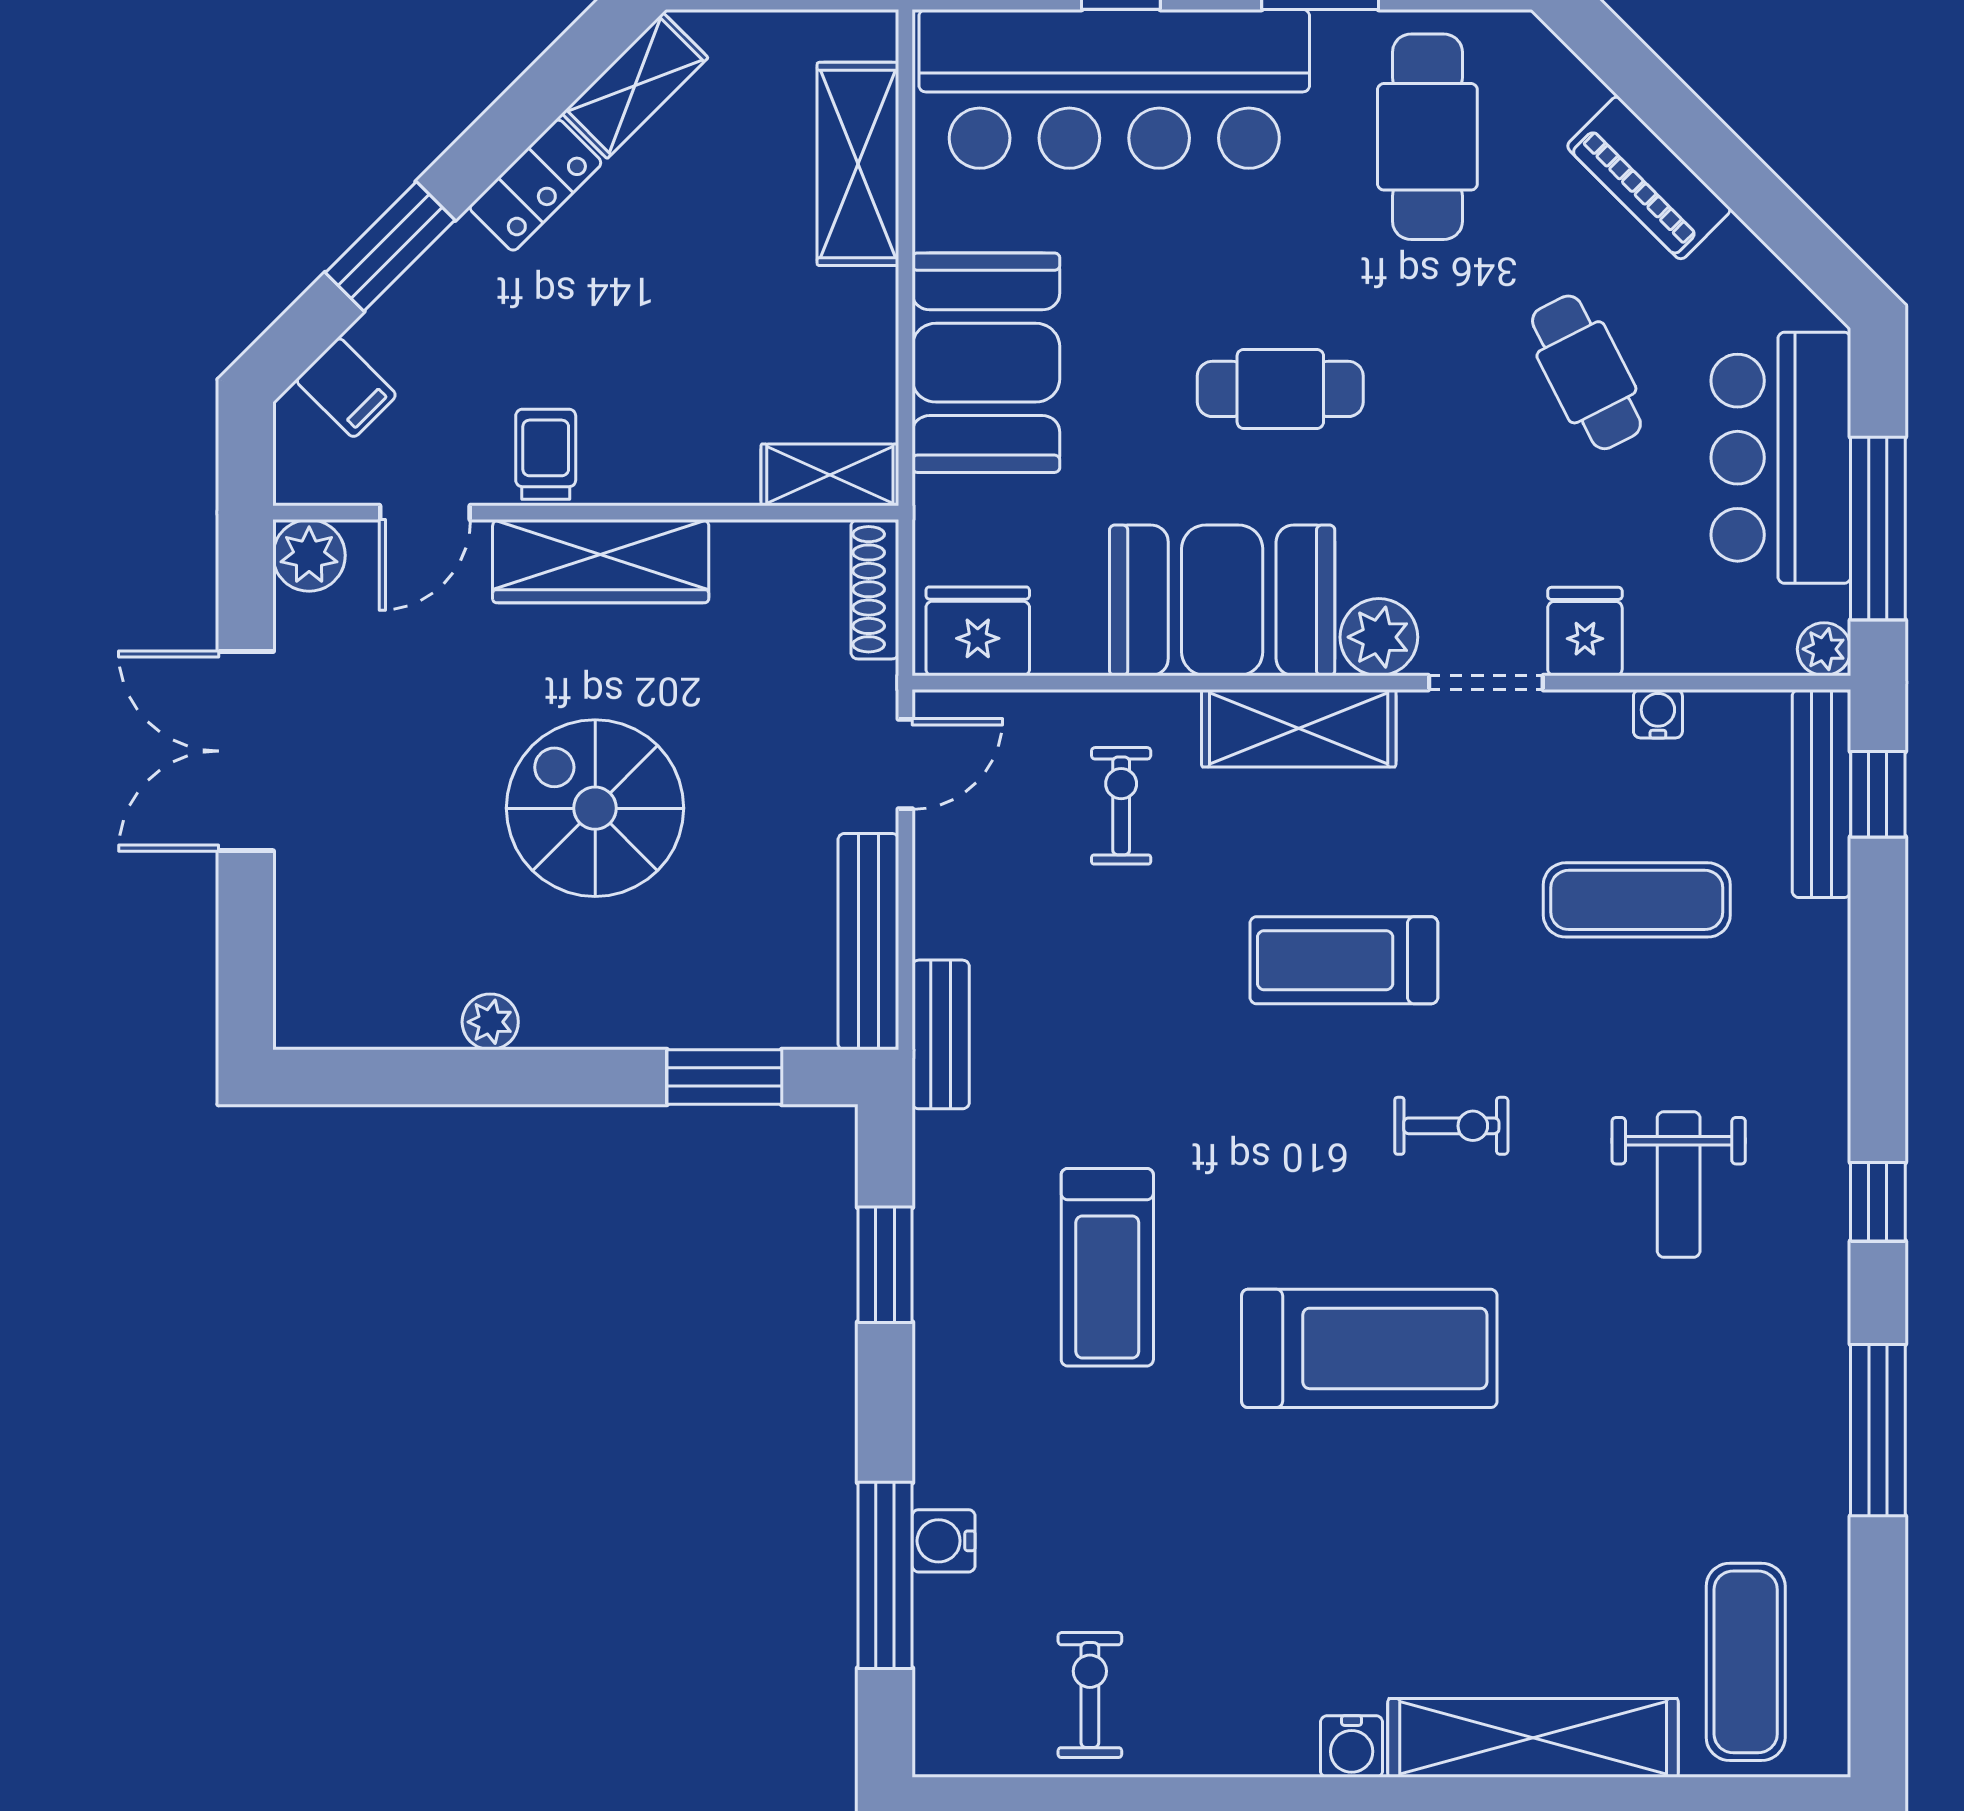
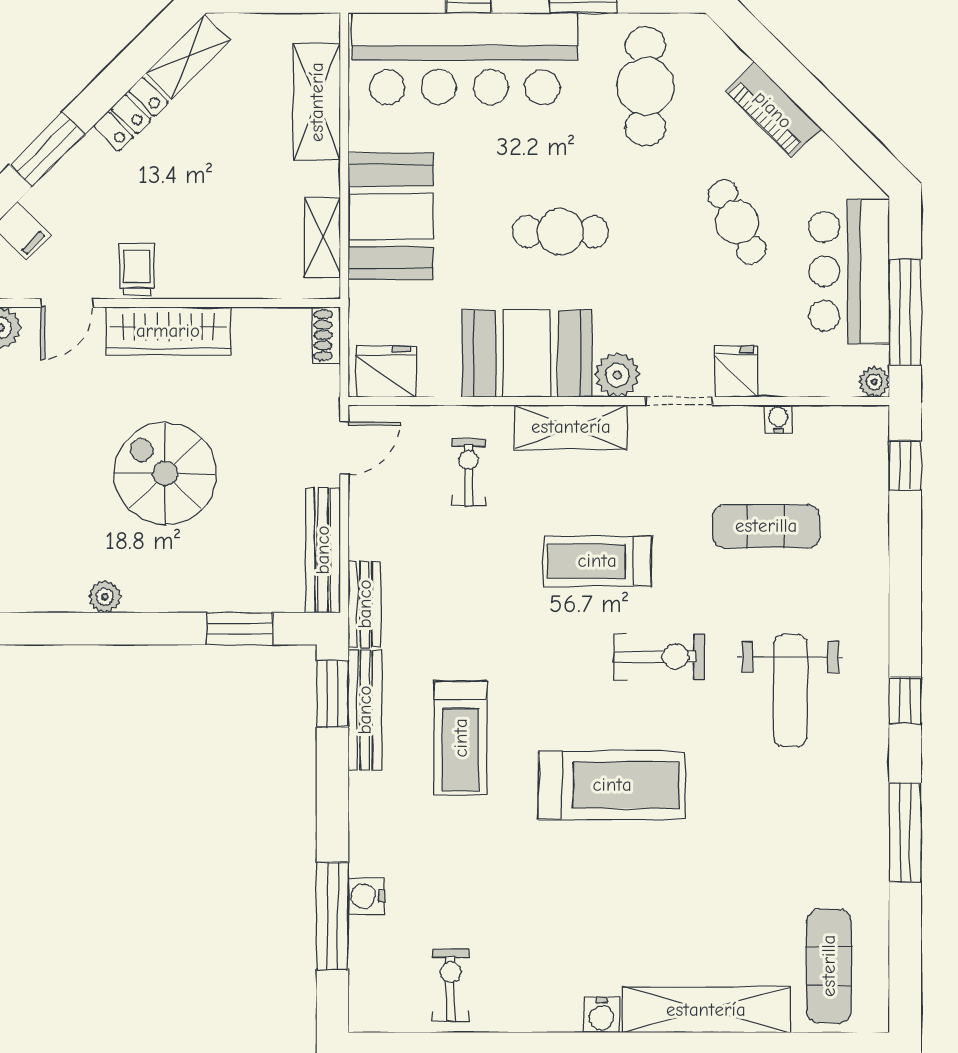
shelving: (830, 475) -> (322, 238), moved, turned 90
shoe rack: (875, 589) -> (327, 335), width x0.70
bench: (1821, 794) -> (365, 710), moved
exercise bike: (1451, 1126) -> (659, 657), width x1.38, depth x1.39
weight bench: (1679, 1184) -> (790, 691), width x1.36, depth x1.33
window: (885, 1265) -> (332, 694), moved

